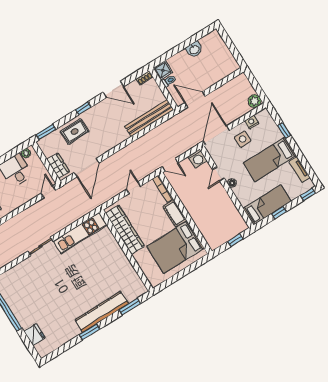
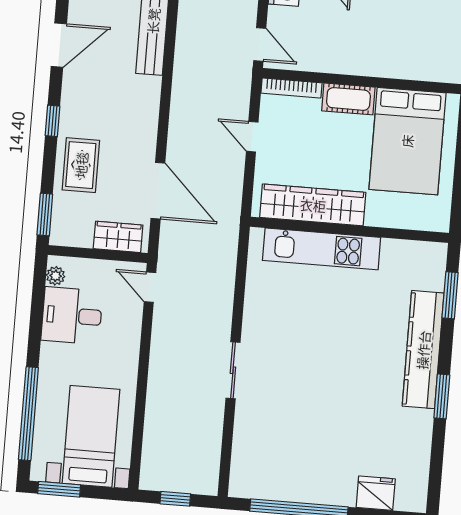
door: (170, 165) -> (260, 45), hinge flipped
kitchen unit: (80, 233) -> (322, 249), moved, turned 90

